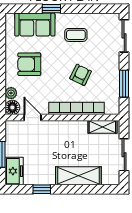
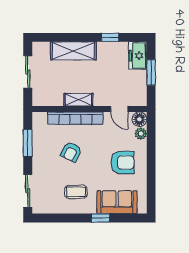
shelving: (102, 127) -> (78, 100), moved

